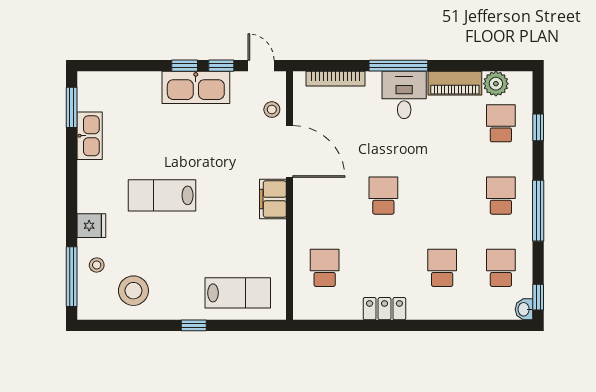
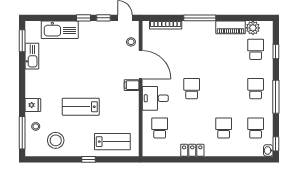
kitchen sink: (196, 87) -> (60, 30), moved
desk: (404, 95) -> (155, 98), moved, turned -90
lab bench: (162, 195) -> (81, 107), moved
filing cabinet: (273, 199) -> (132, 85), width x0.50

